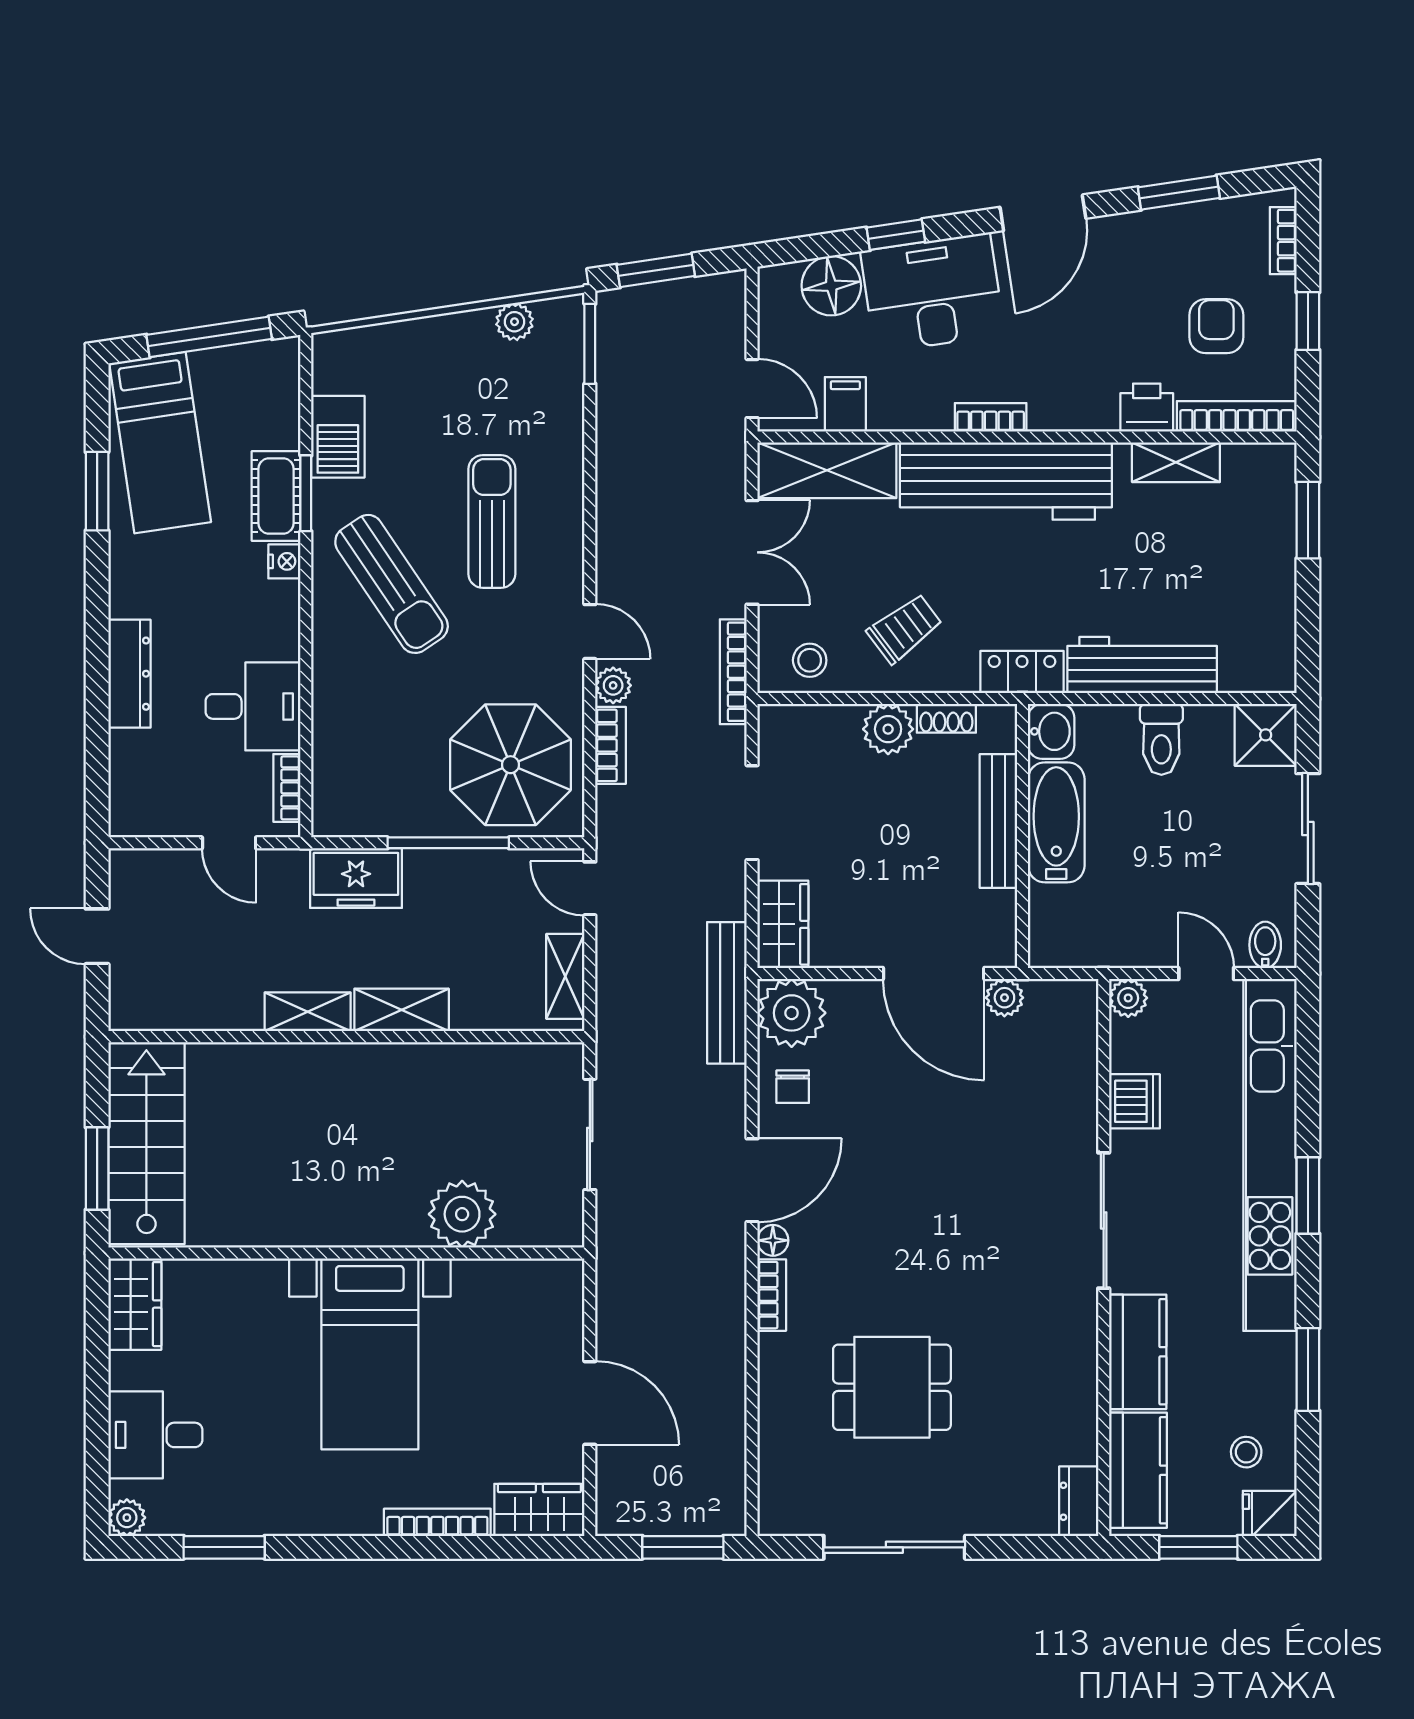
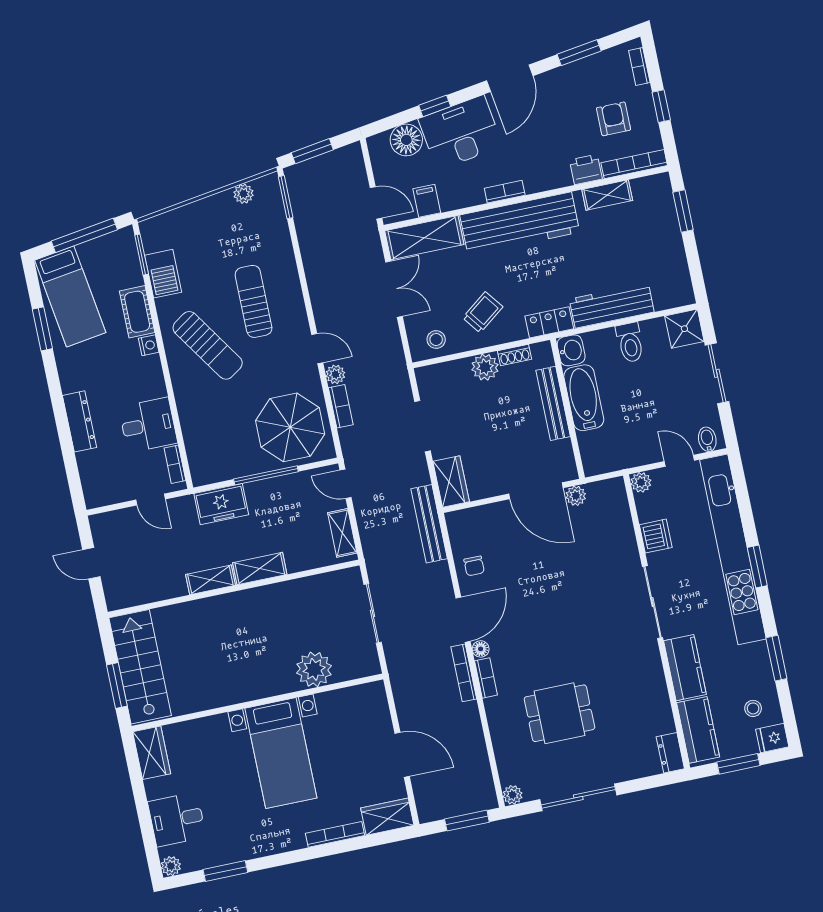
window: (306, 493) -> (142, 255), moved
bookcase: (733, 672) -> (464, 673), moved
plant: (792, 1013) -> (513, 795), moved, width x0.53, depth x0.53

